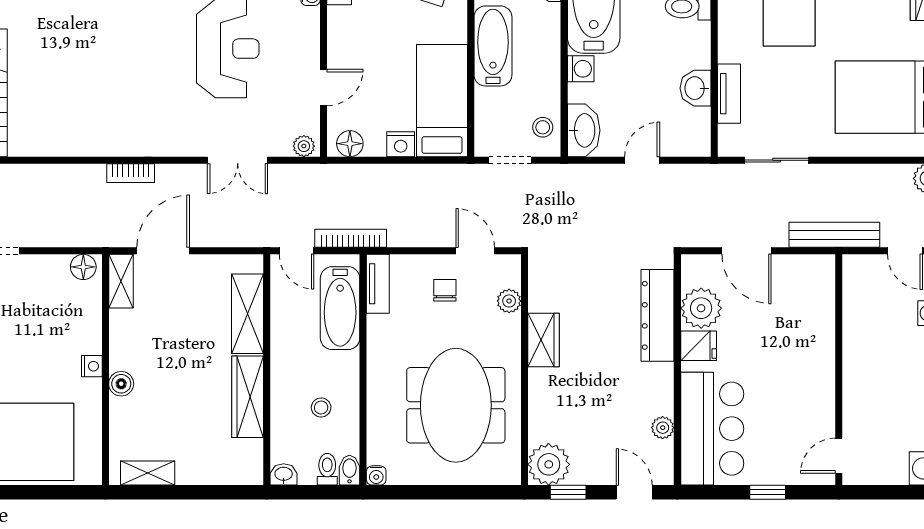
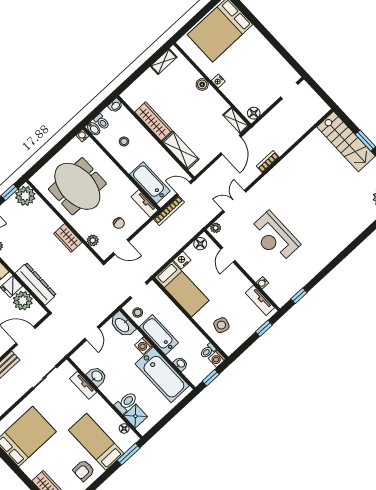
bathtub: (493, 46) -> (159, 335), moved, turned 180

